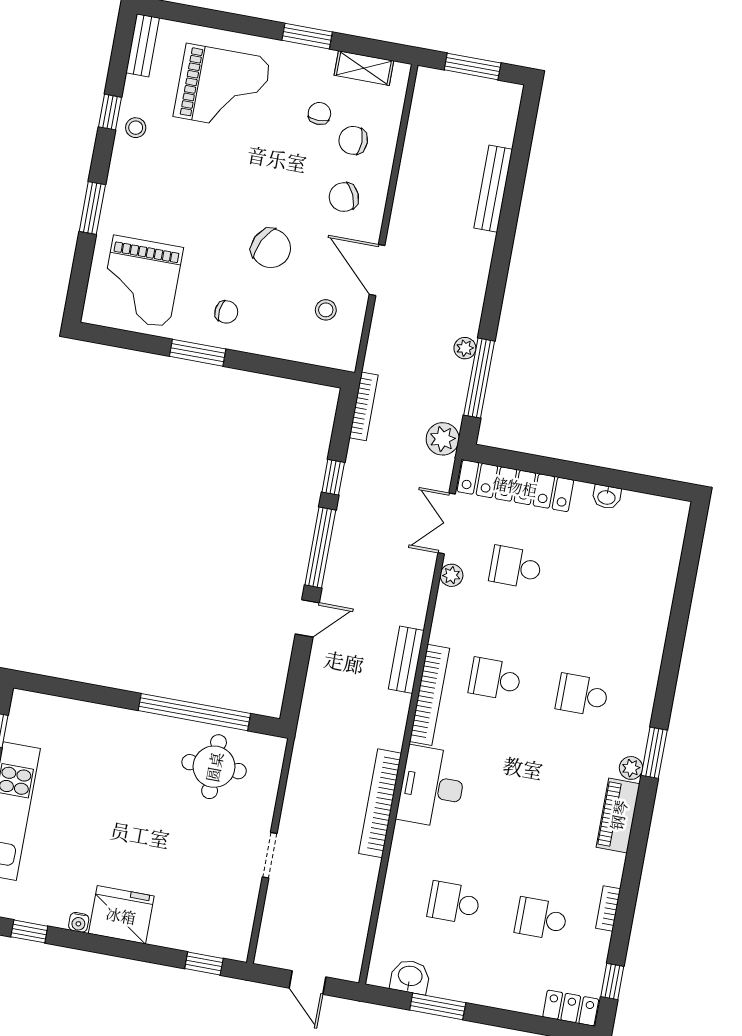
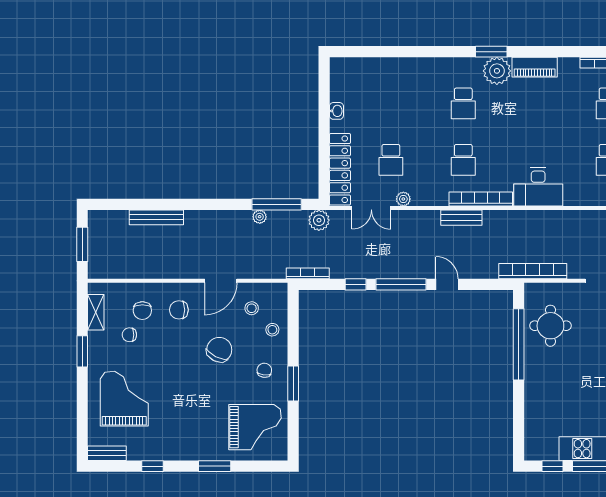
stool: (136, 128) -> (272, 330), moved
chair: (344, 197) -> (179, 310), turned 114
plant: (631, 768) -> (497, 71), width x1.88, depth x1.88
bookcase: (380, 803) -> (533, 271), moved, turned 180

